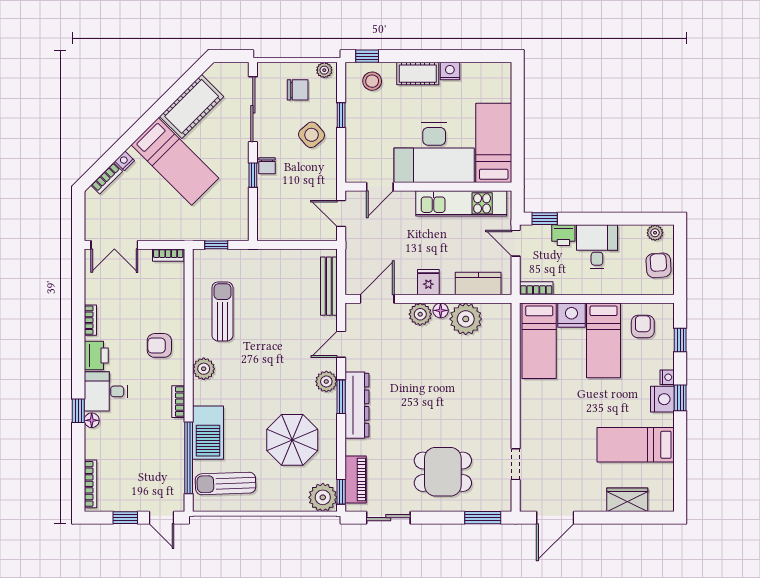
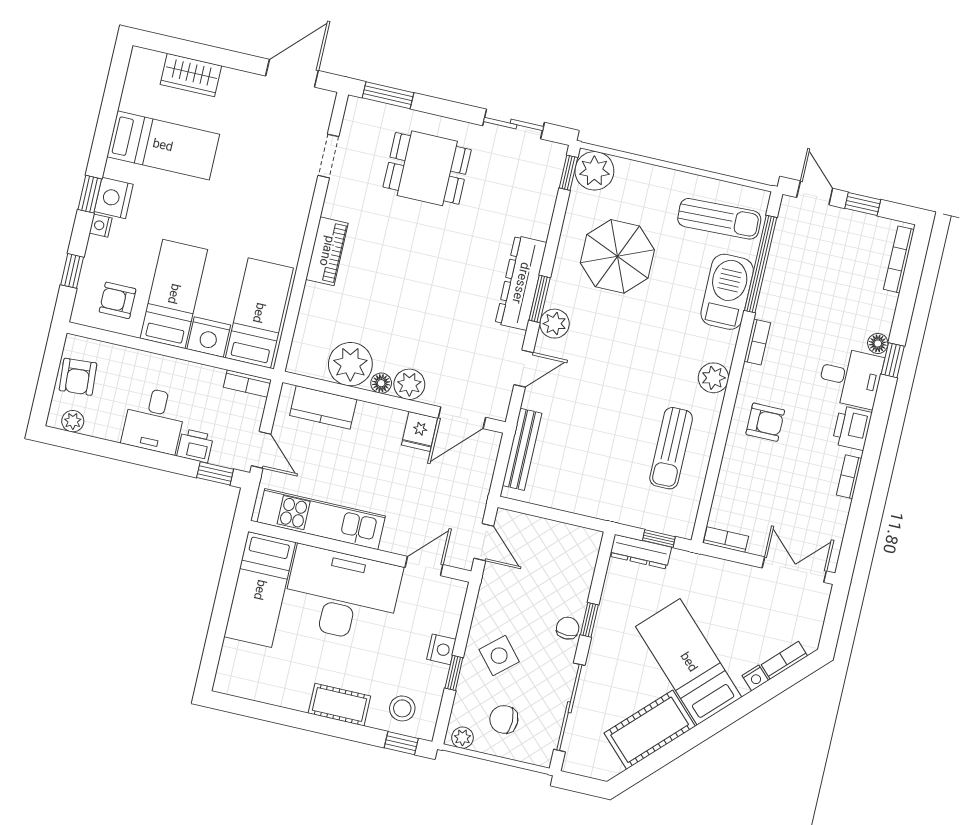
nightstand: (450, 71) -> (441, 649), moved, turned -90
dresser: (227, 232) -> (641, 552), added
fridge: (428, 282) -> (420, 431), moved
armchair: (643, 326) -> (118, 300), turned 90
piano: (356, 480) -> (327, 251), moved, turned 180

